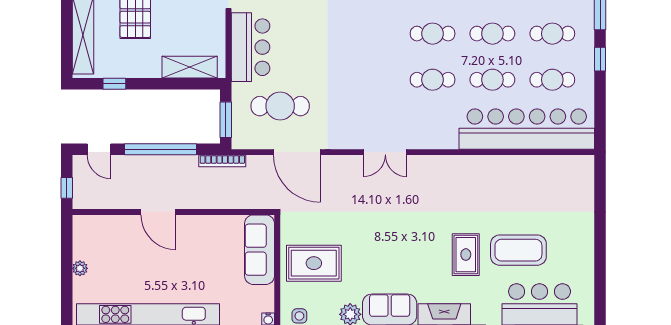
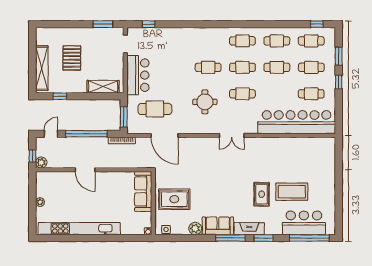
cafe table: (492, 80) -> (208, 67), moved
round table: (367, 94) -> (205, 102), added
door: (99, 149) -> (51, 134), swing flipped
double door: (385, 152) -> (232, 135), moved
plant: (82, 199) -> (41, 163), added

